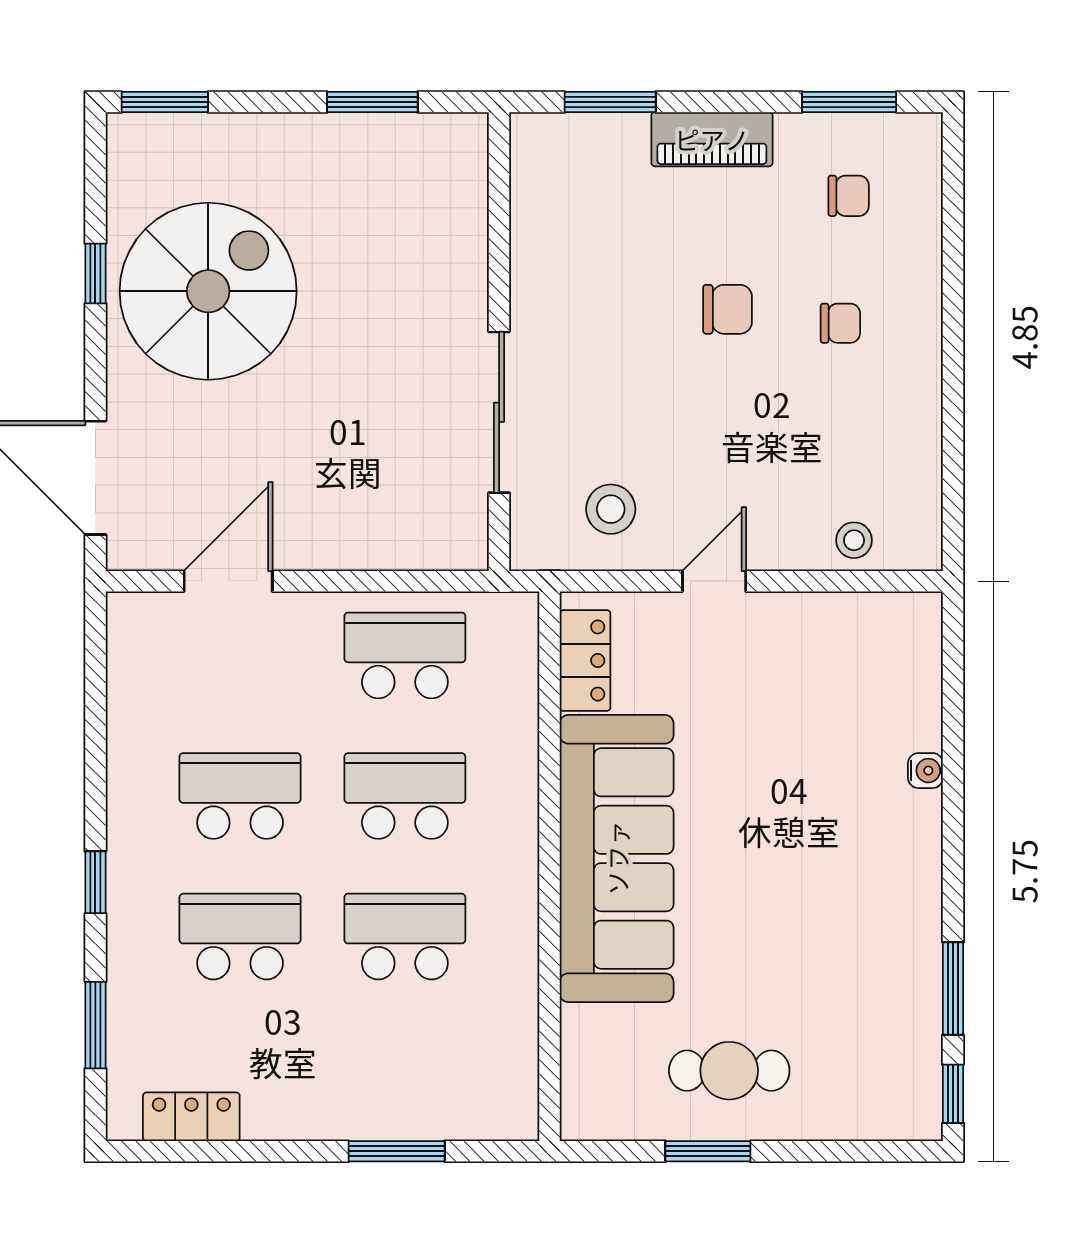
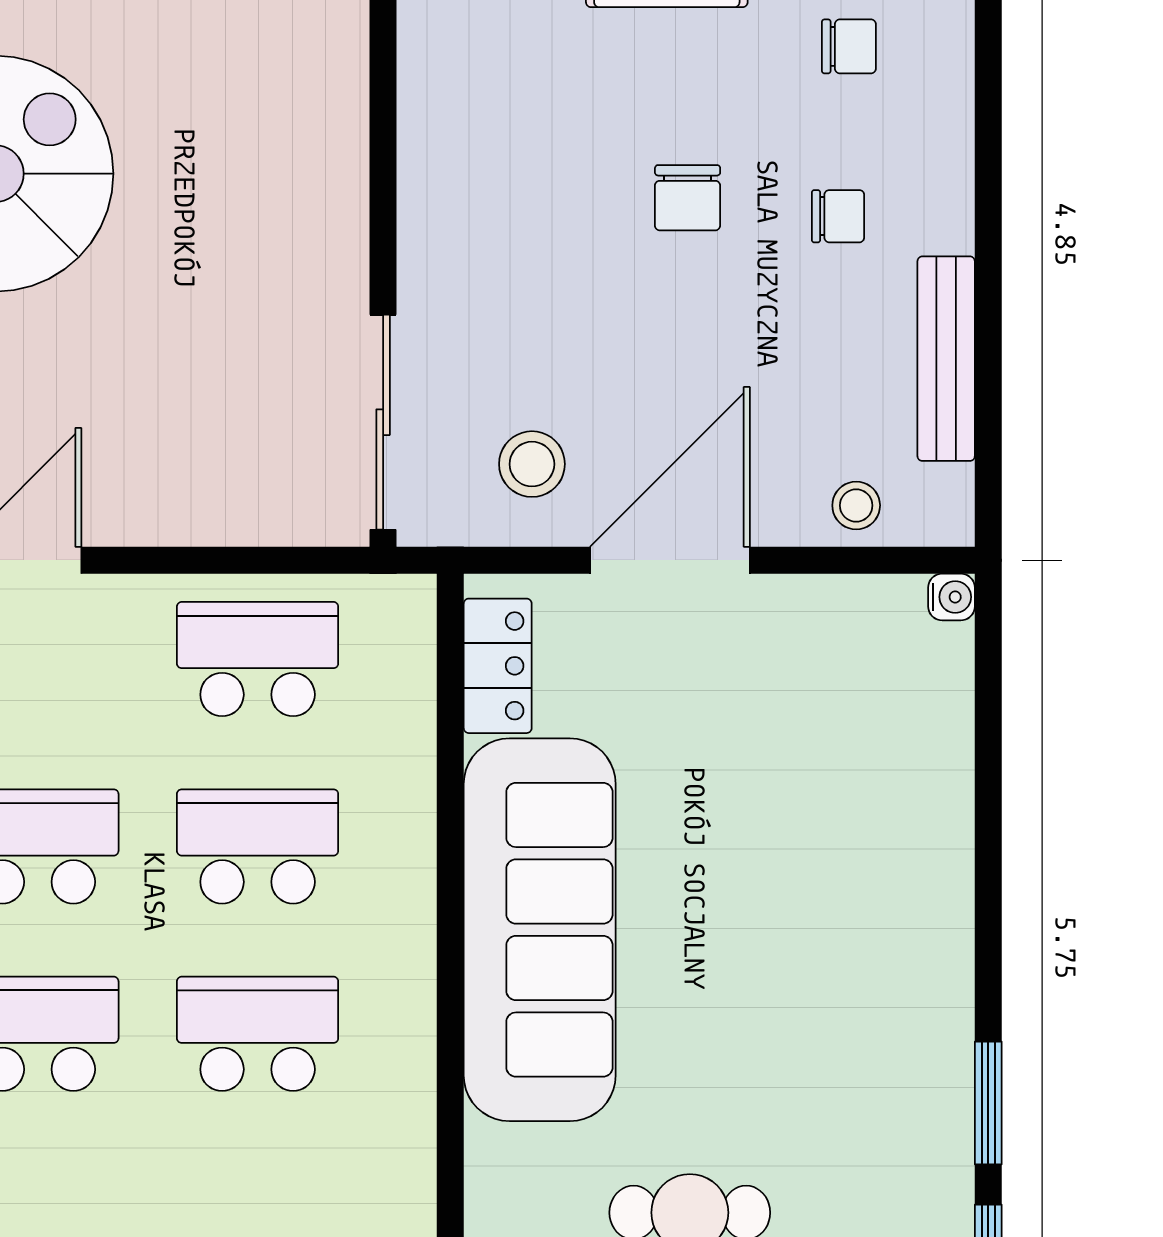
chair: (727, 309) -> (688, 198), turned 90
sliding door: (499, 412) -> (383, 422), moved
bench: (921, 430) -> (946, 359), added
door: (714, 581) -> (670, 560), width x1.87
water cooler: (925, 771) -> (951, 597), moved

